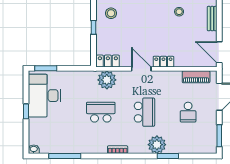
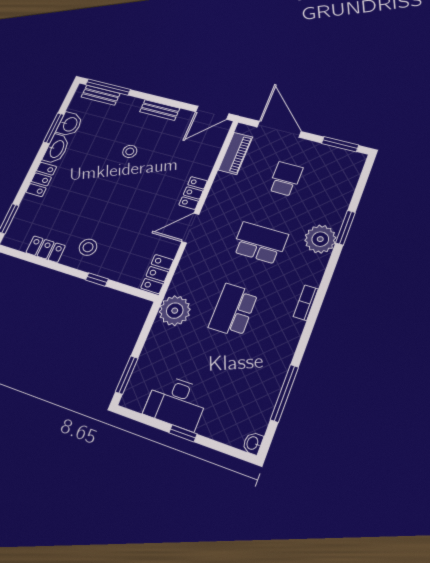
plant: (107, 80) -> (175, 311), moved
desk: (44, 96) -> (176, 402), width x0.73, depth x0.77
school desk: (188, 112) -> (285, 179), turned -90

